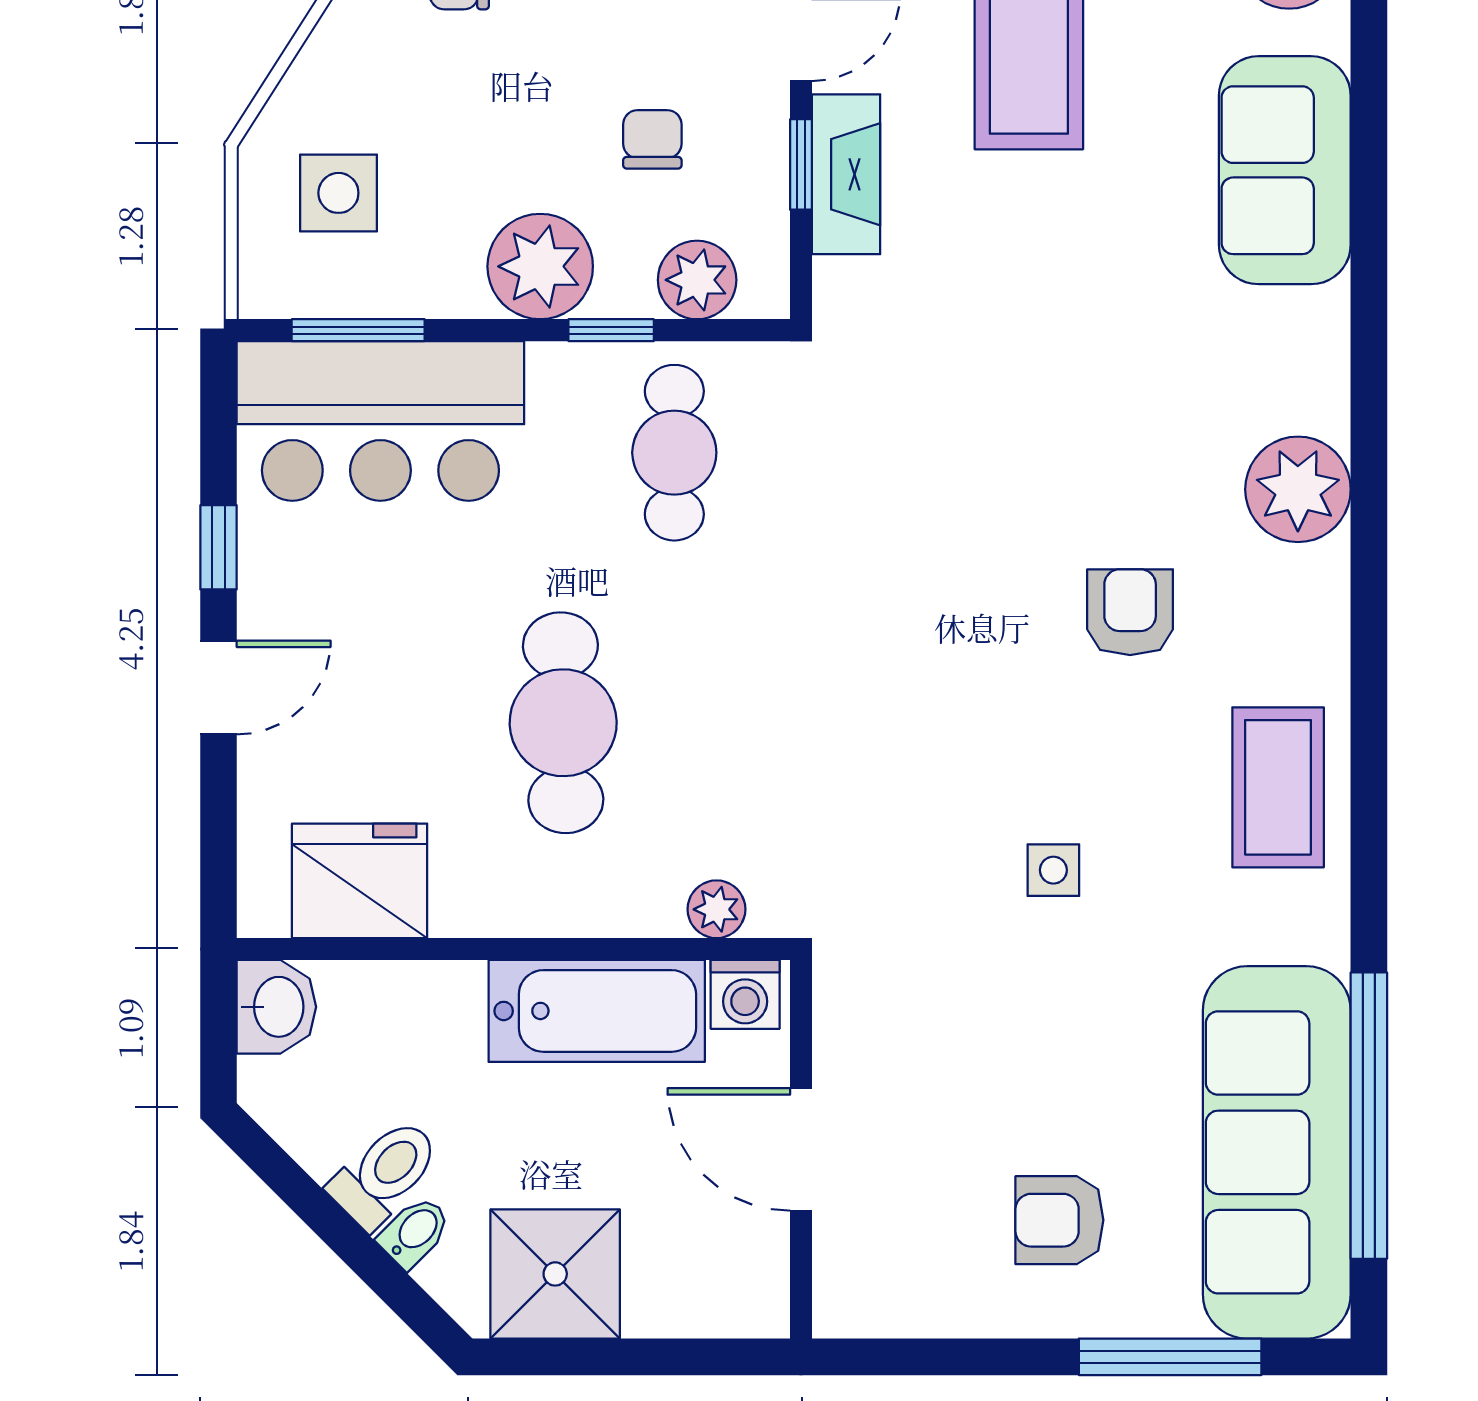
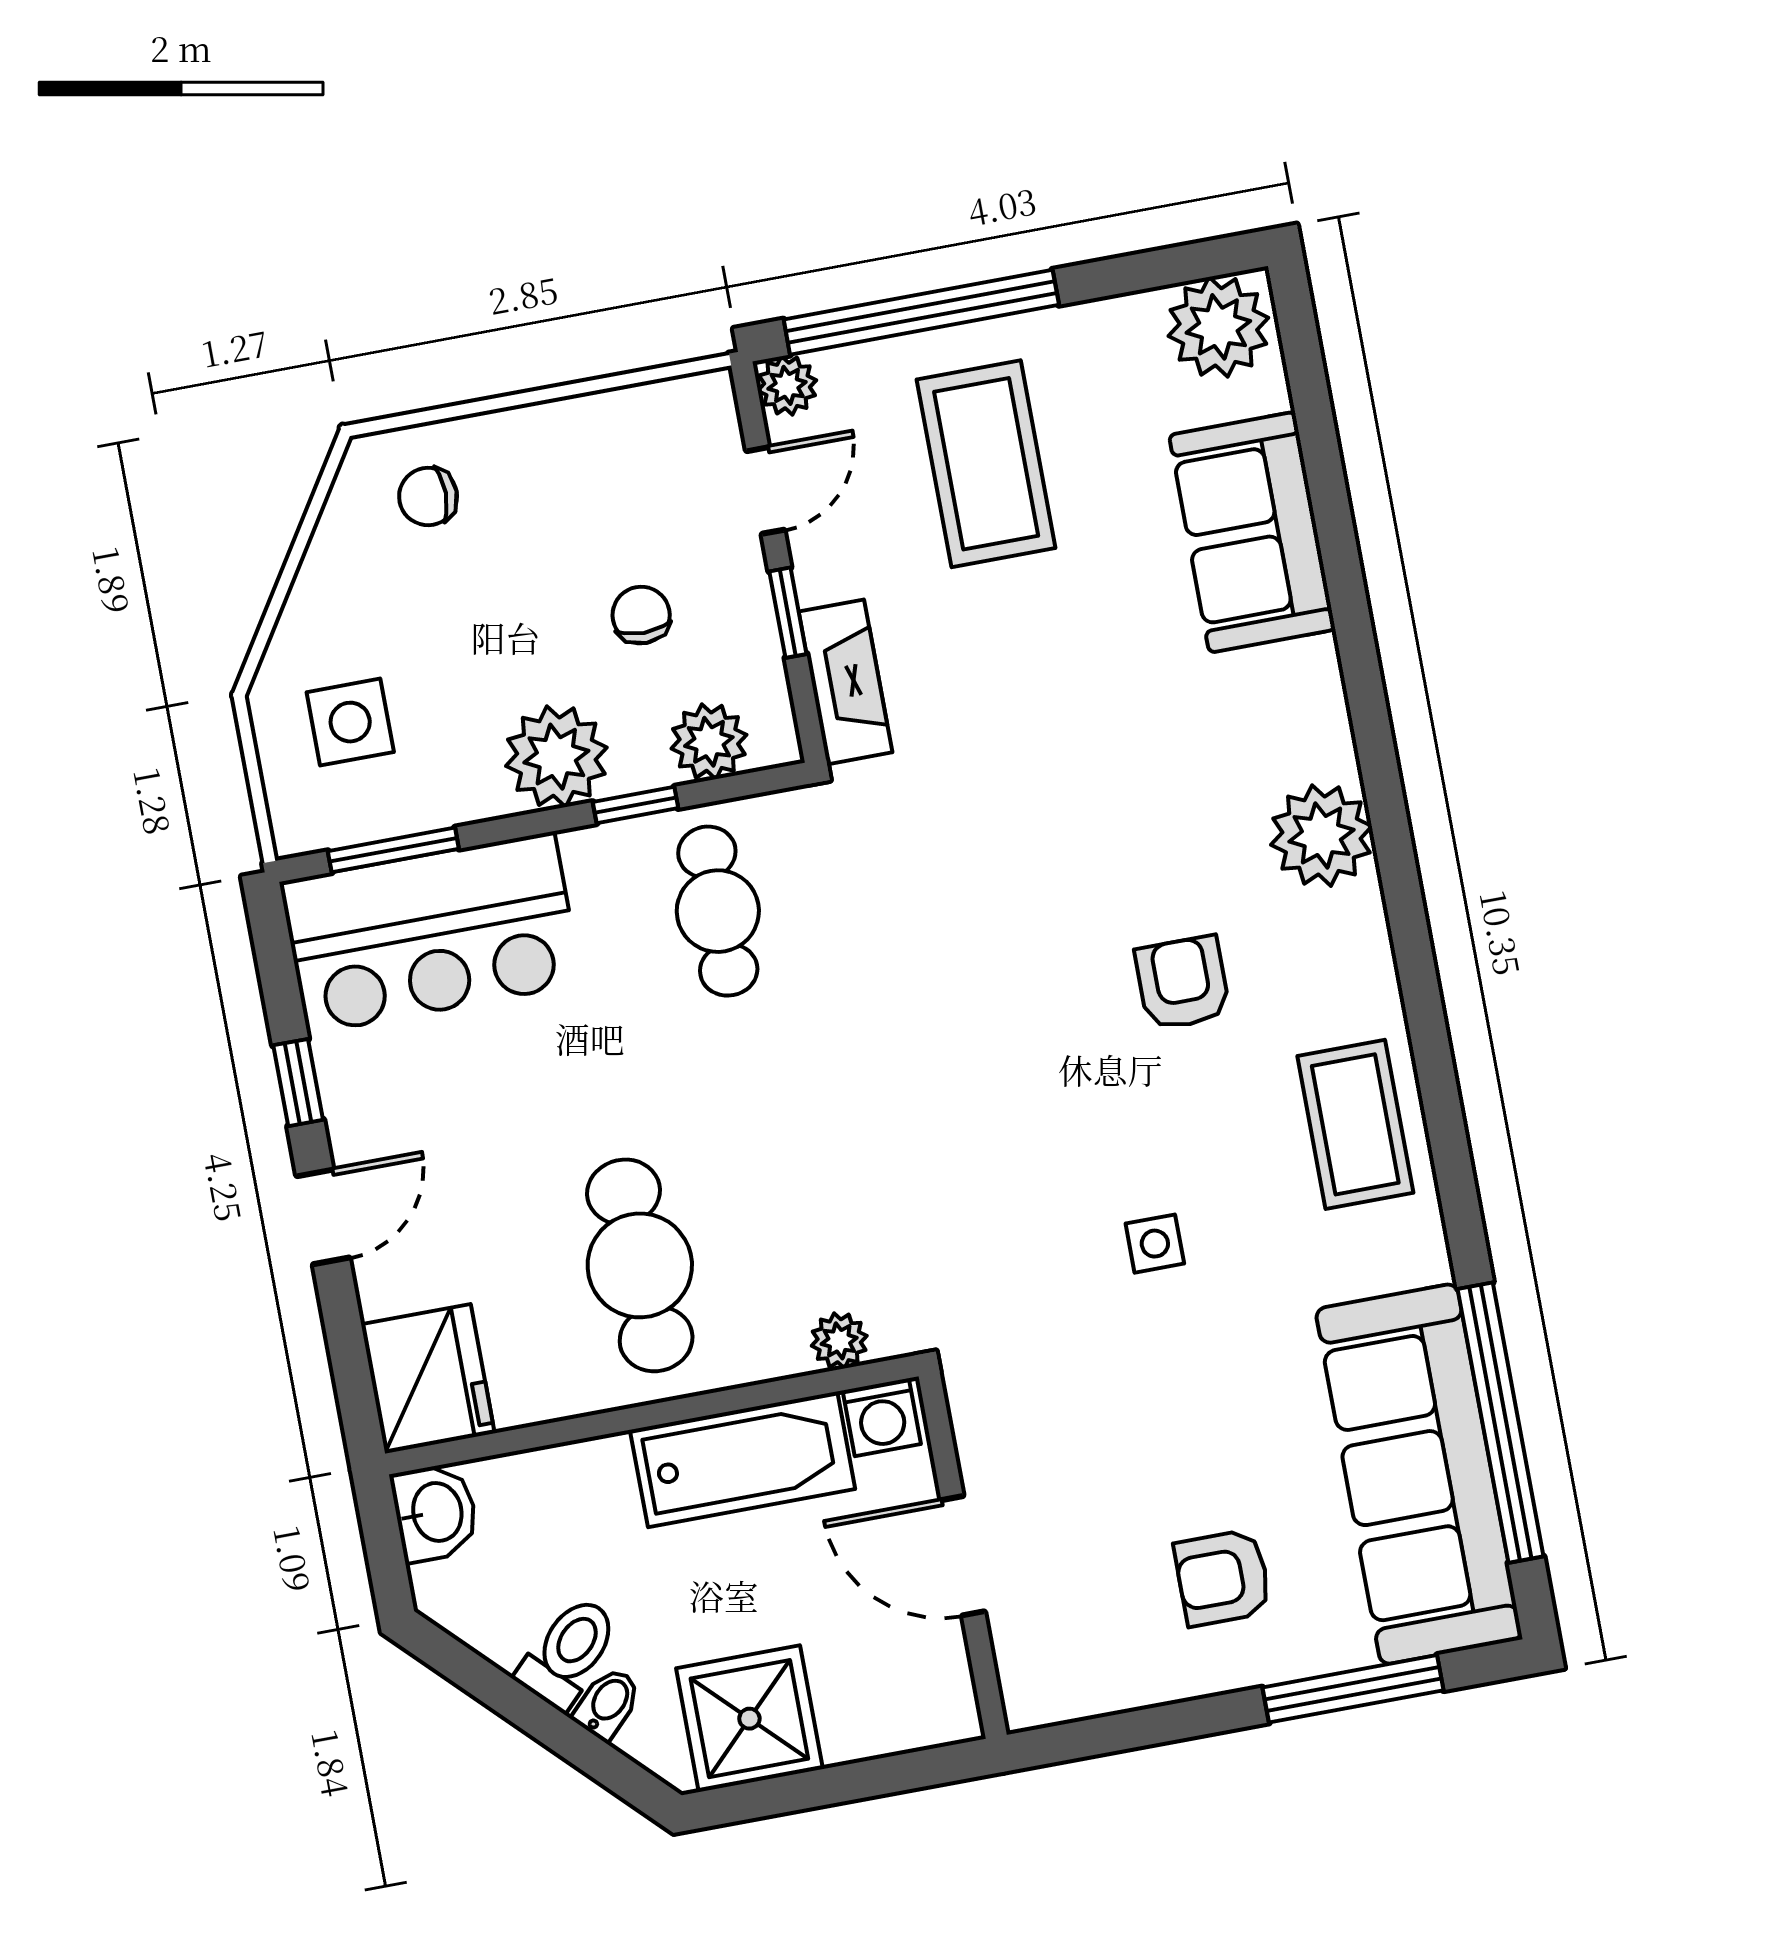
fireplace: (846, 174) -> (845, 682), moved
cafe table: (563, 723) -> (640, 1265), moved
fridge: (360, 881) -> (428, 1379), moved, turned 90

